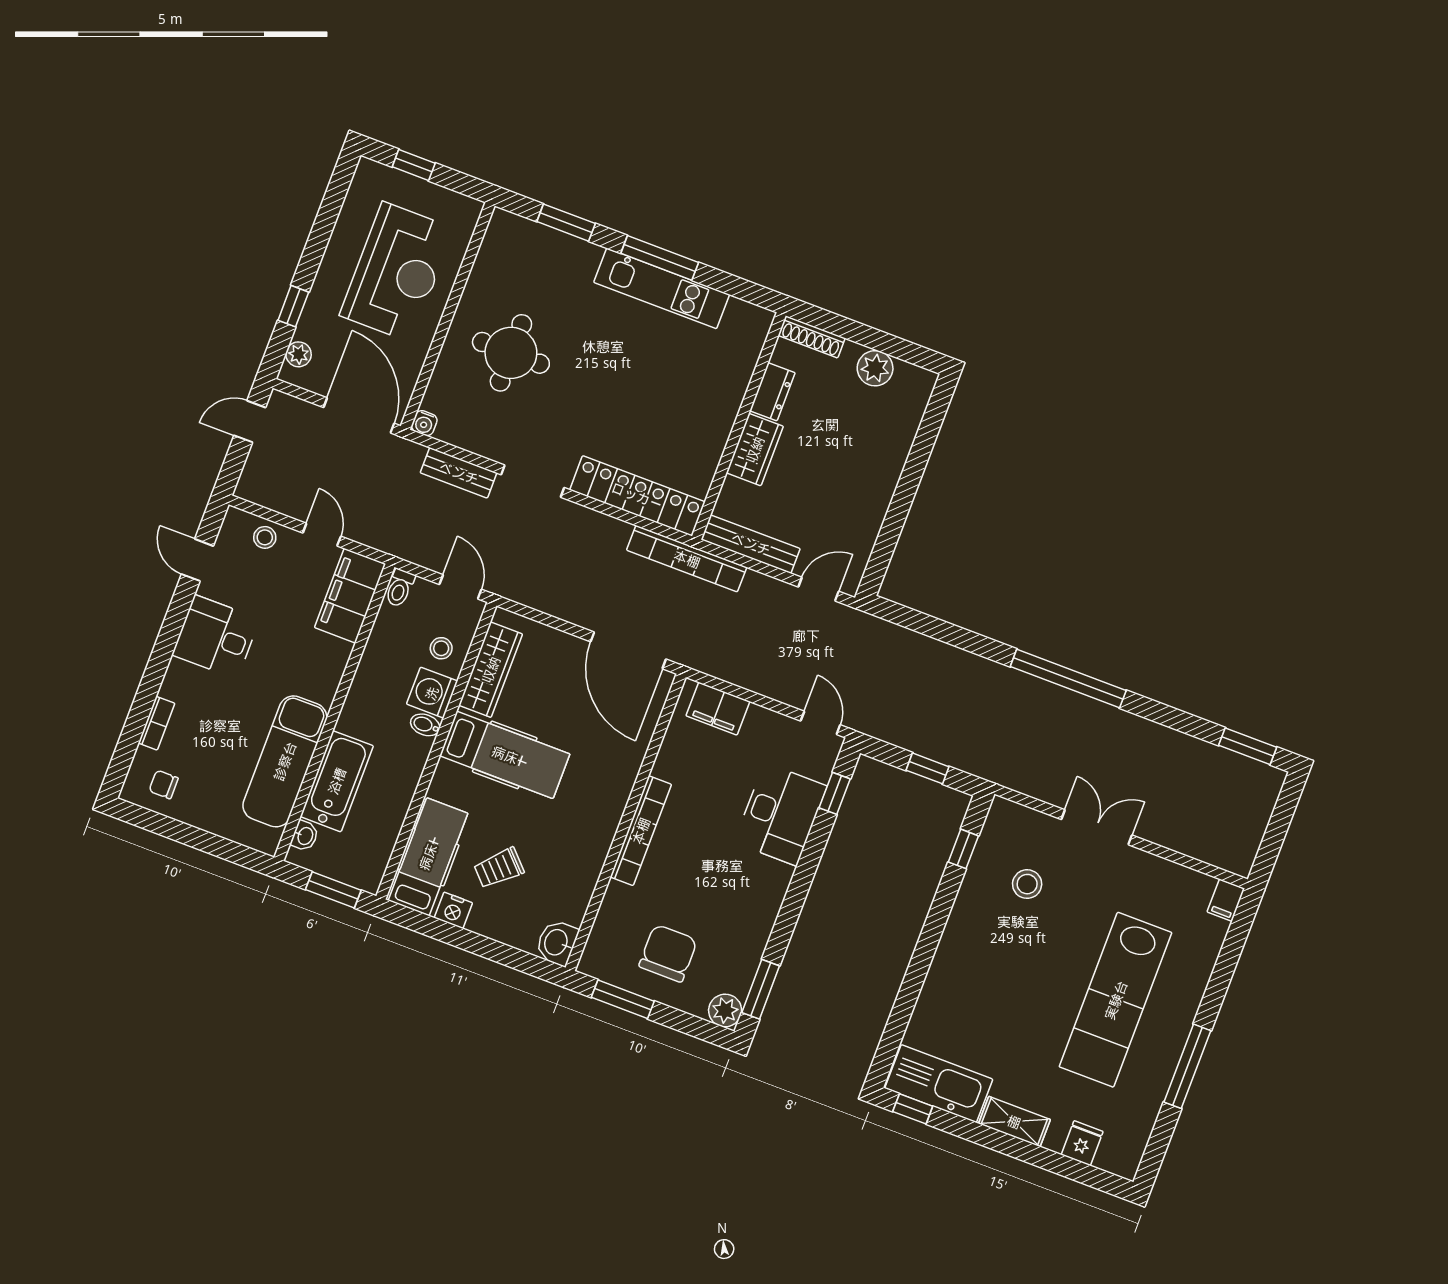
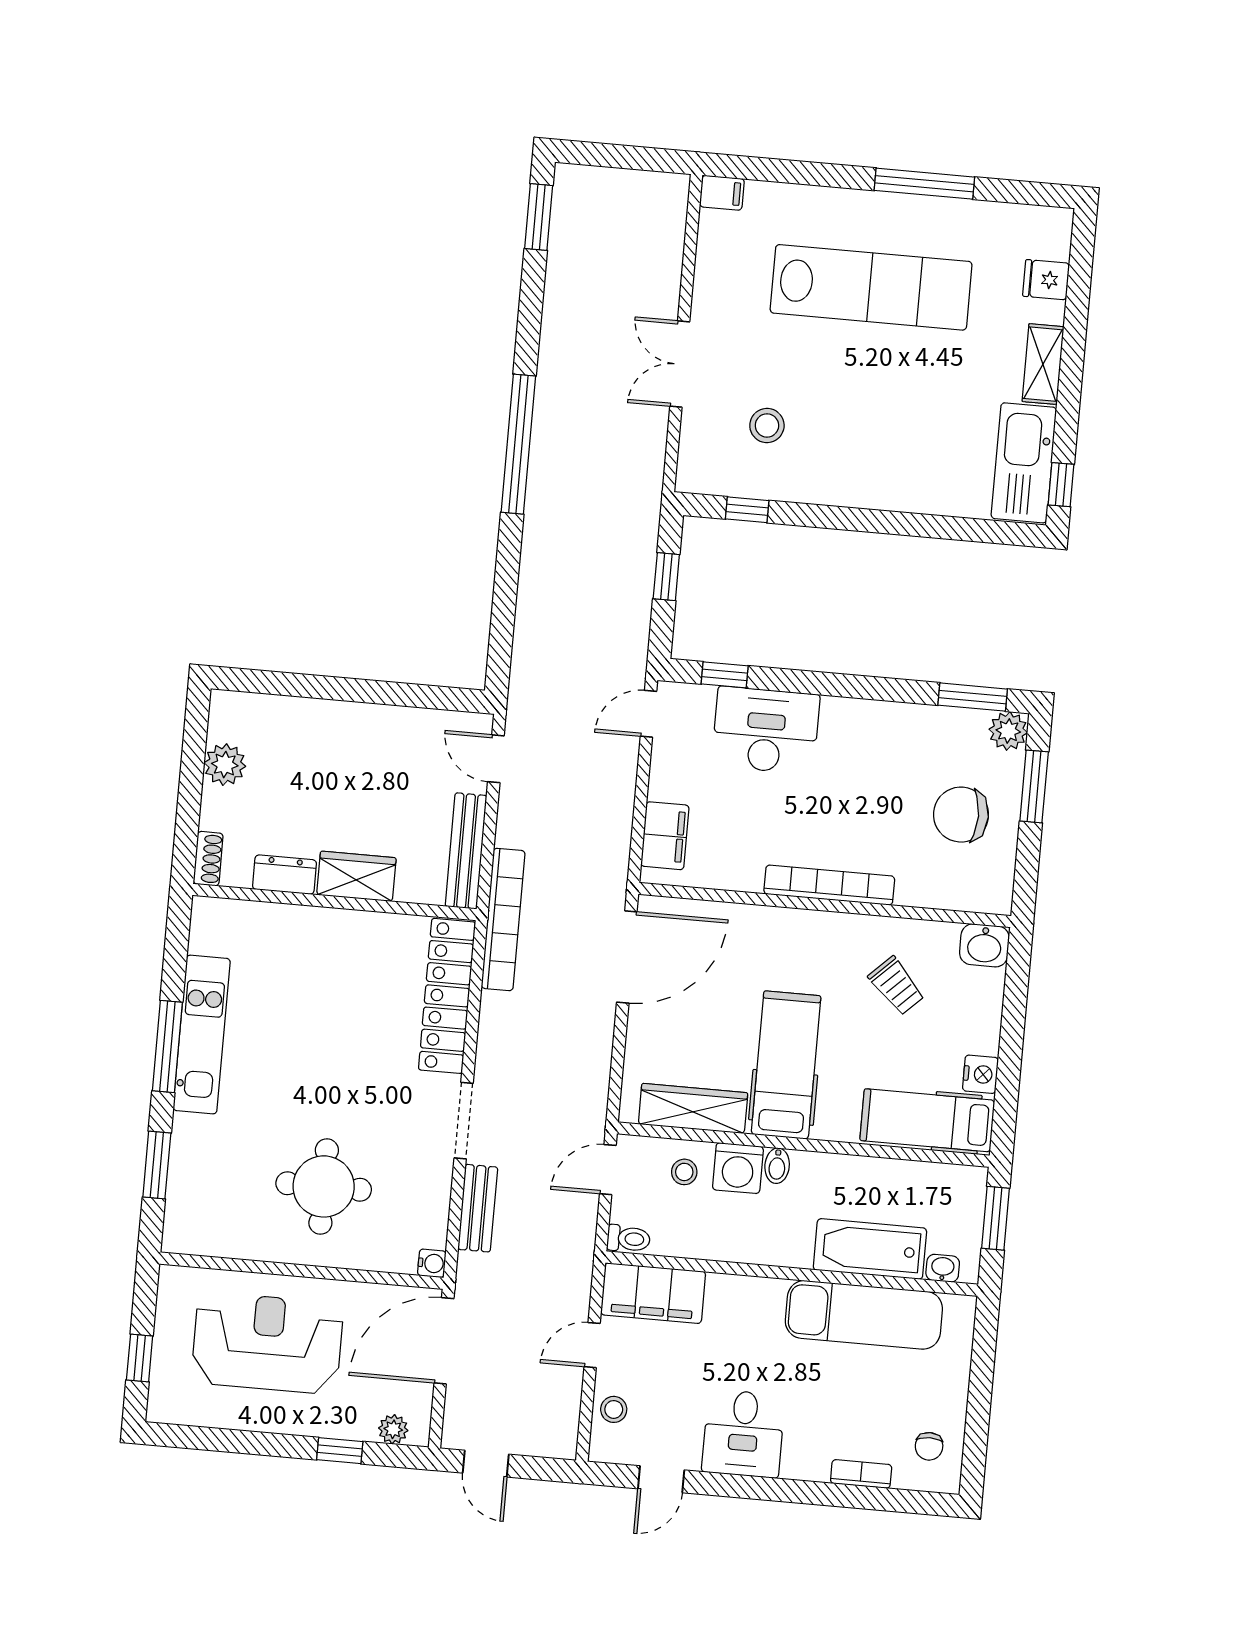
shoe rack: (812, 337) -> (208, 859), width x0.70
trolley: (499, 868) -> (896, 986), moved
window: (623, 999) -> (1034, 786), moved

